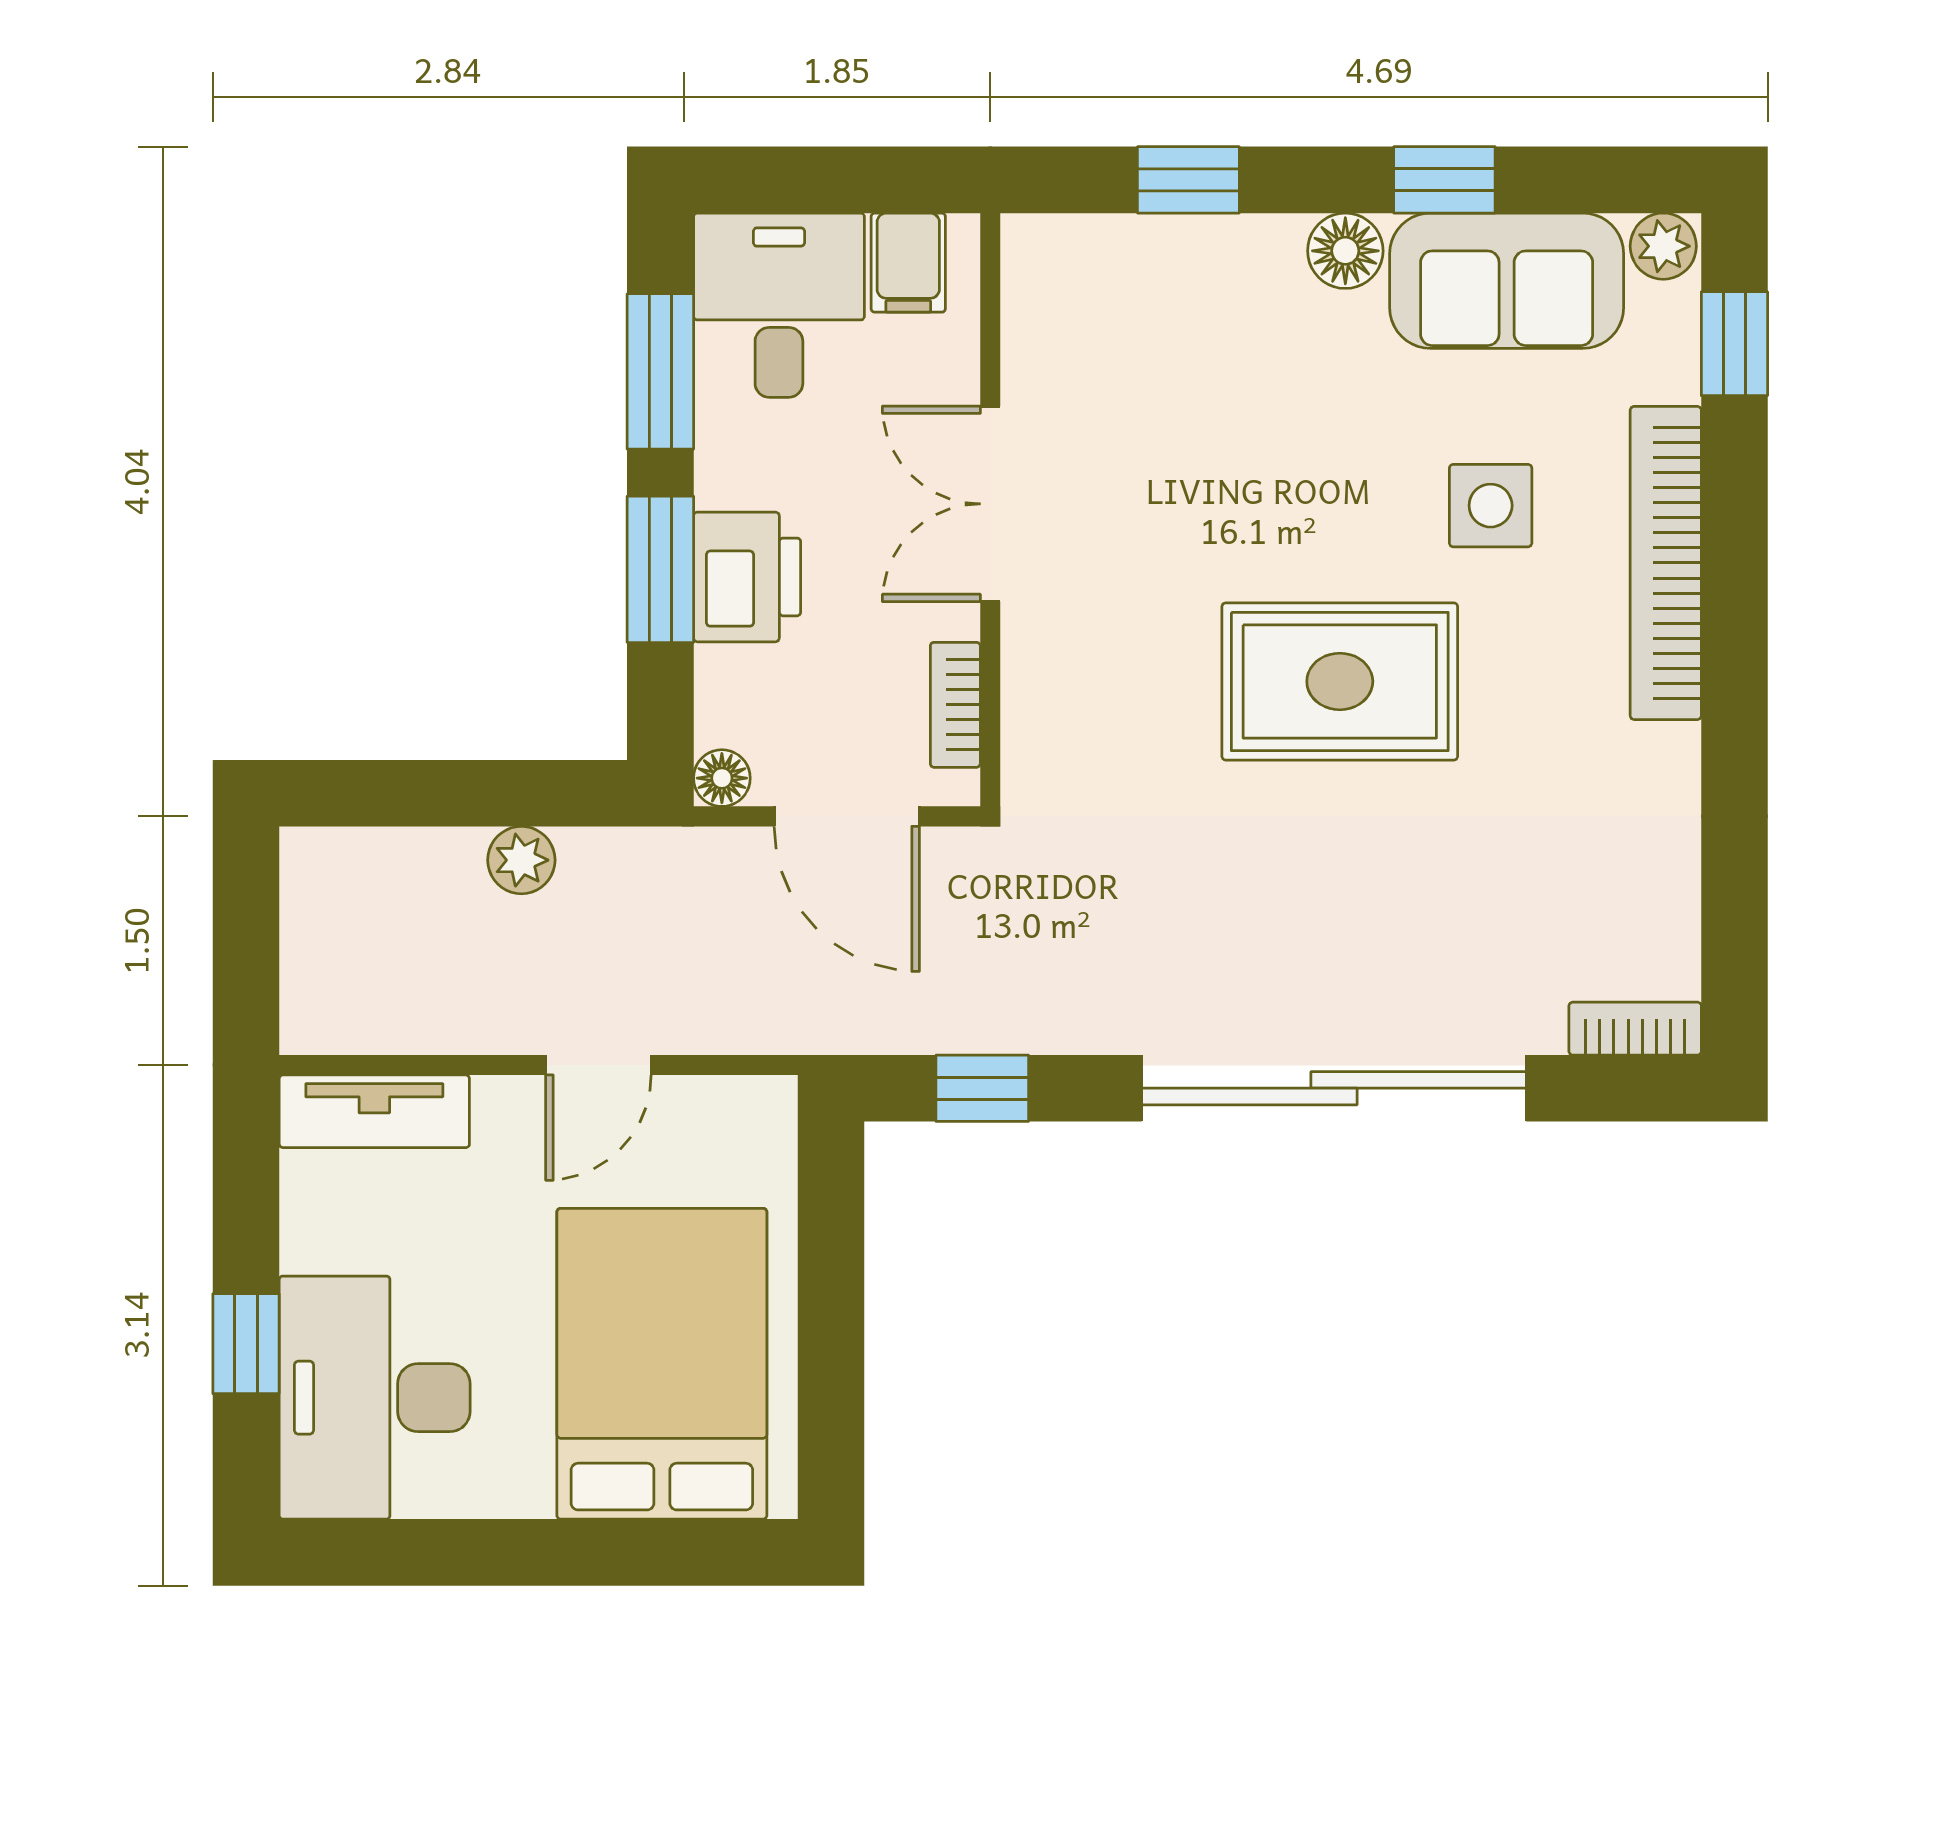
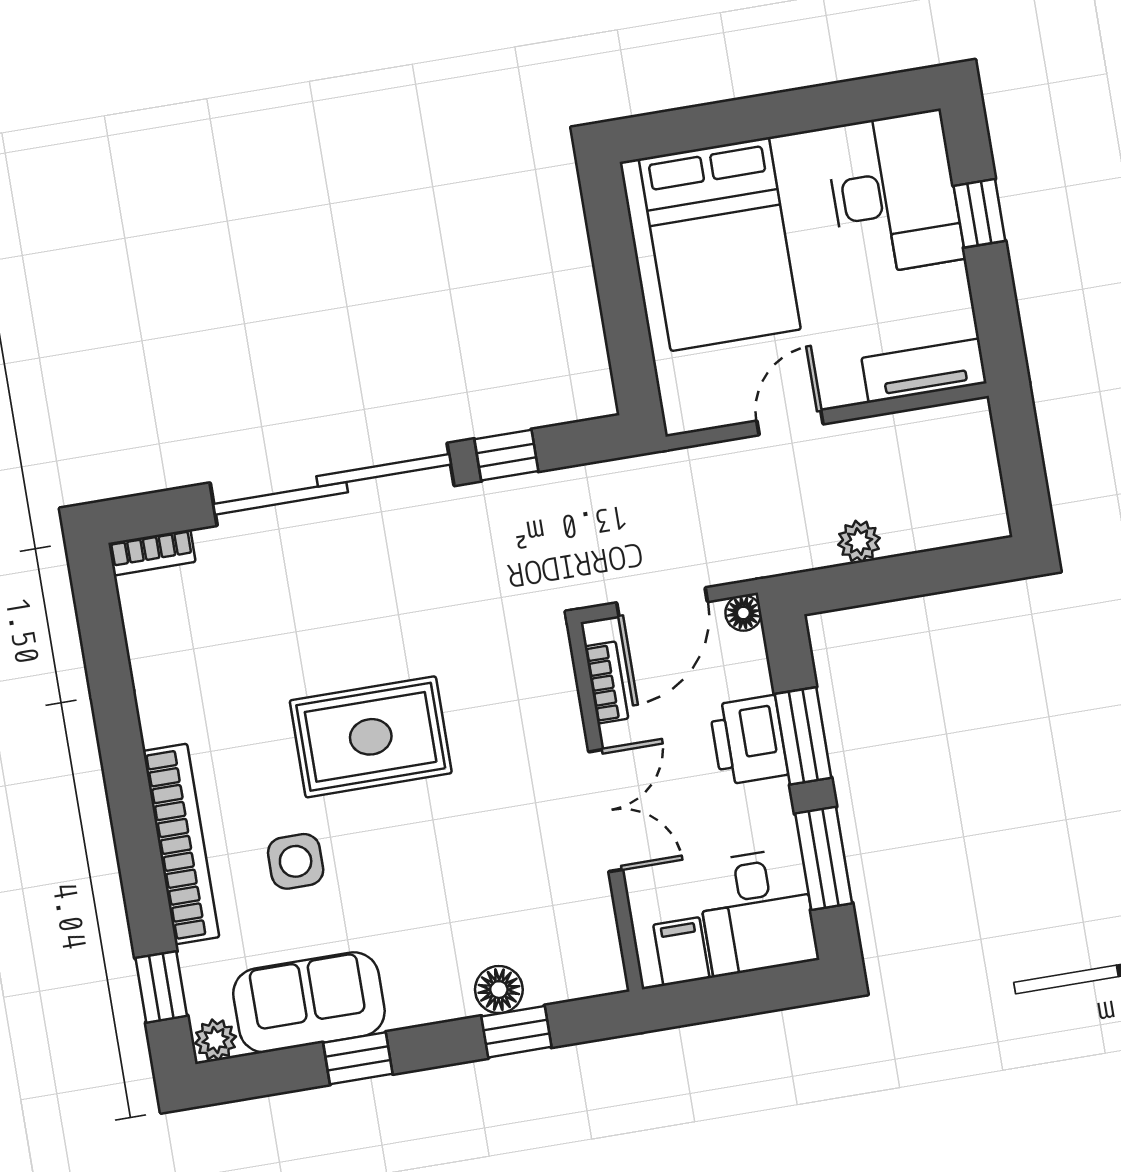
floor lamp: (1345, 251) -> (499, 990), moved
door: (847, 816) -> (662, 602), swing flipped
window: (982, 1088) -> (506, 455), moved

